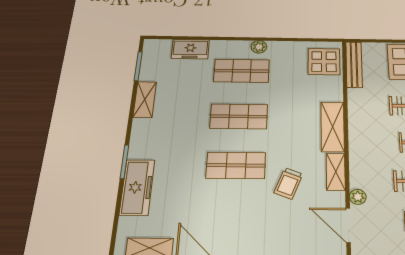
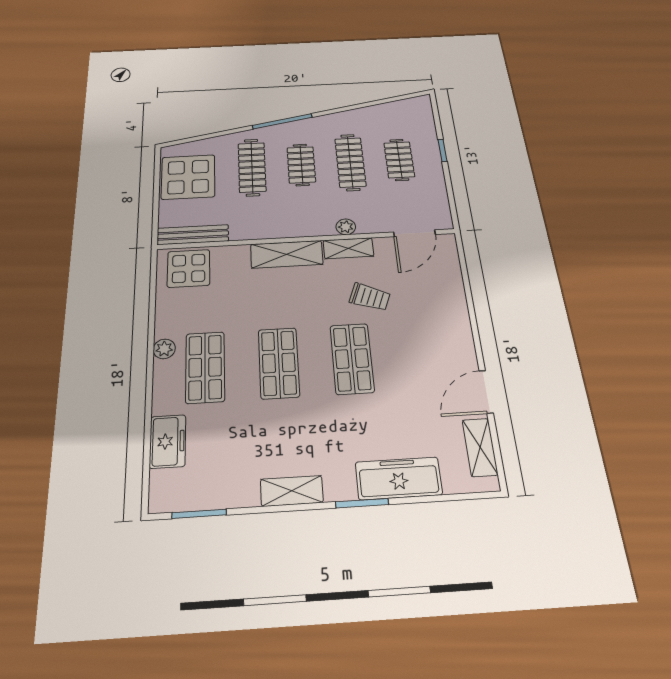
shelving: (145, 99) -> (292, 491), moved
plant: (358, 197) -> (346, 227), moved

